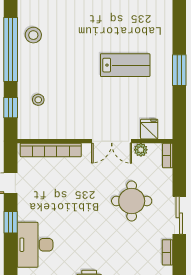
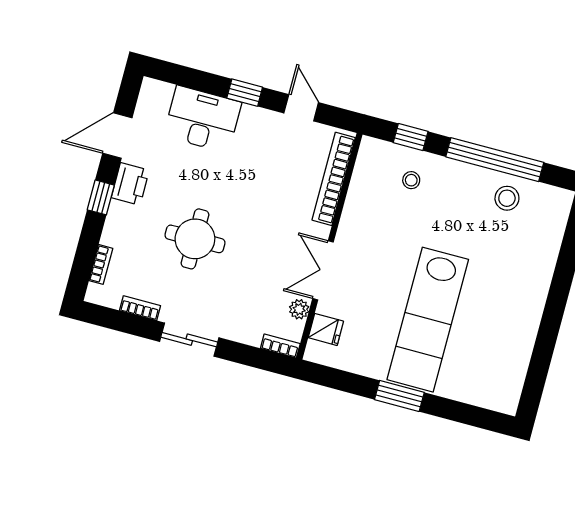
lab bench: (125, 65) -> (428, 320), width x1.86, depth x1.39
round table: (132, 201) -> (195, 239), moved

